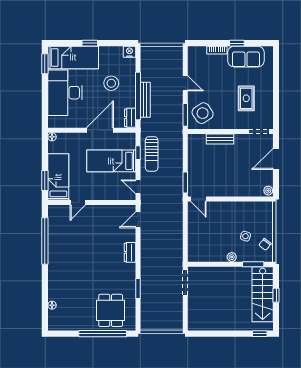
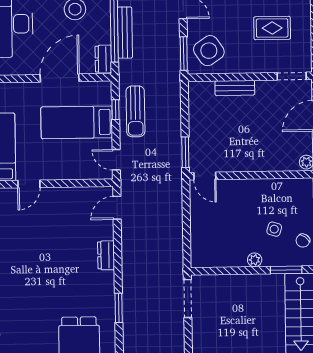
rug: (246, 98) -> (272, 28), turned 90

